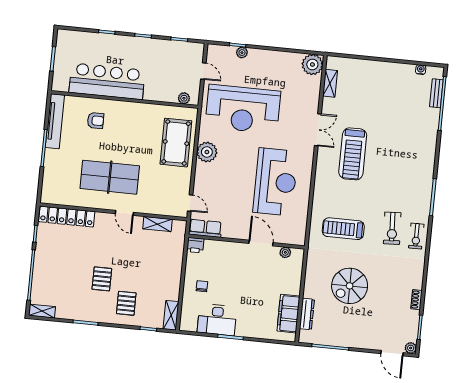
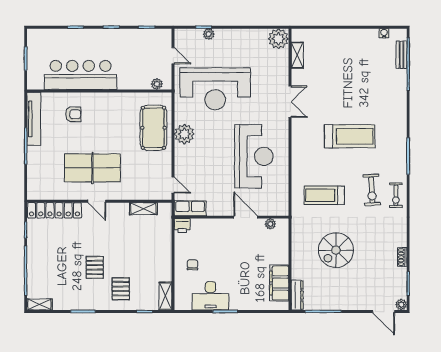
treadmill: (353, 154) -> (350, 136), moved, turned -90
door: (124, 213) -> (97, 201), moved
dresser: (307, 314) -> (297, 295), moved

